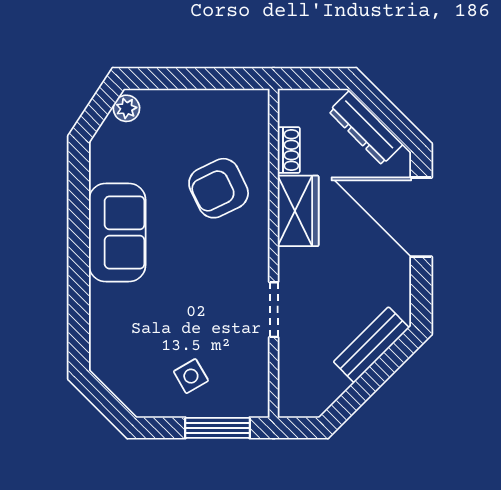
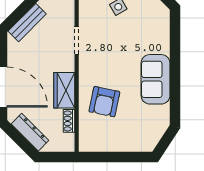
plant: (126, 108) -> (151, 142), removed
armchair: (219, 188) -> (104, 102), turned 128

